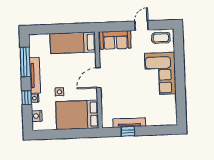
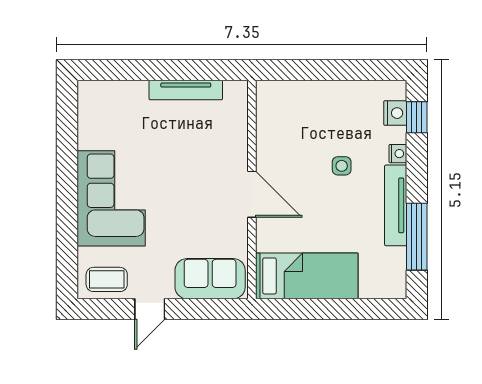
door: (98, 78) -> (252, 194), hinge flipped
window: (27, 98) -> (417, 117), moved
bed: (77, 115) -> (303, 112), removed
window: (128, 131) -> (190, 70), removed

